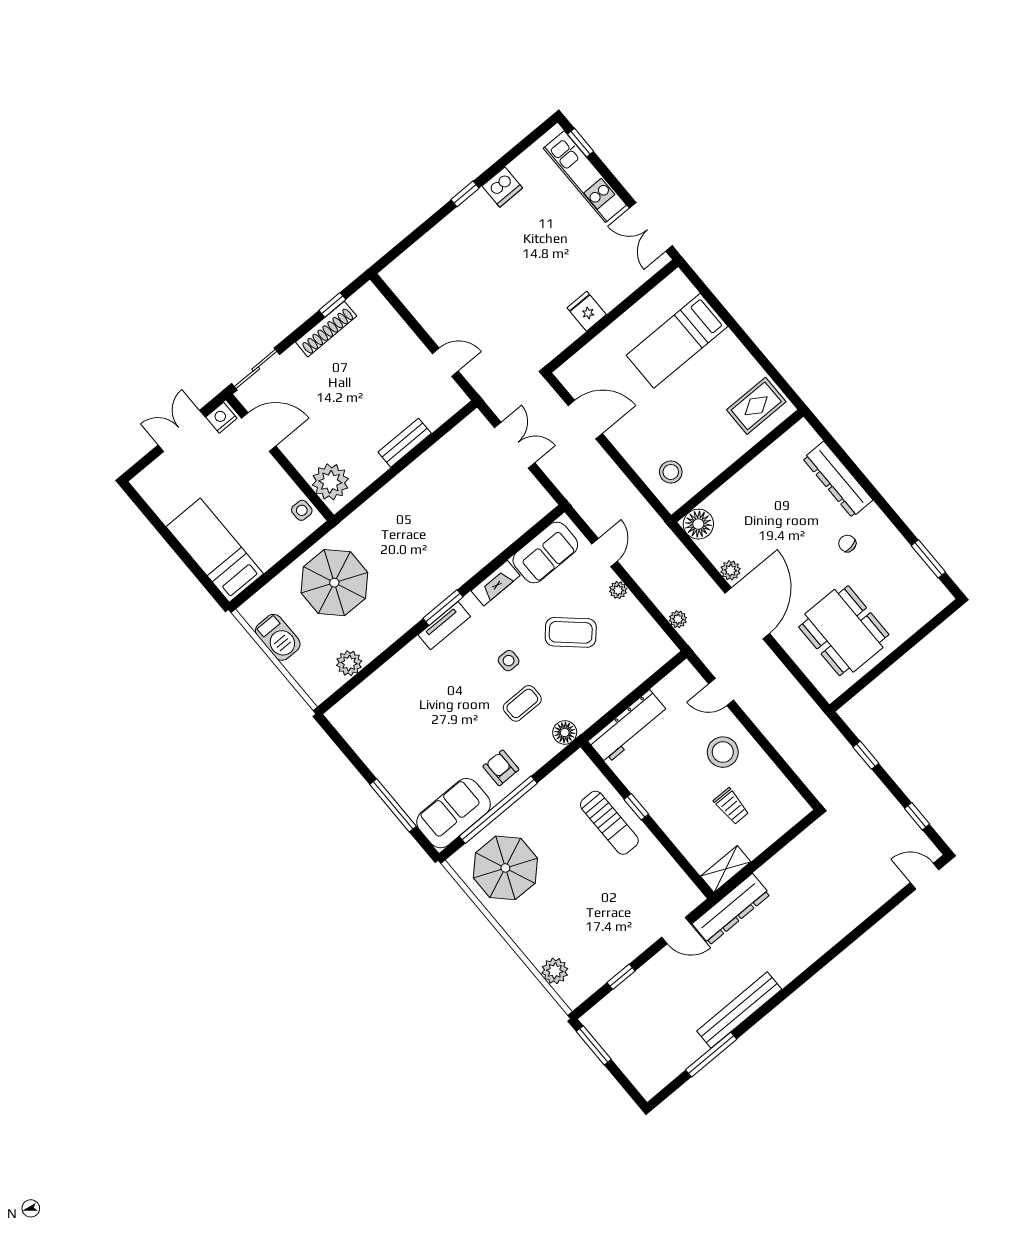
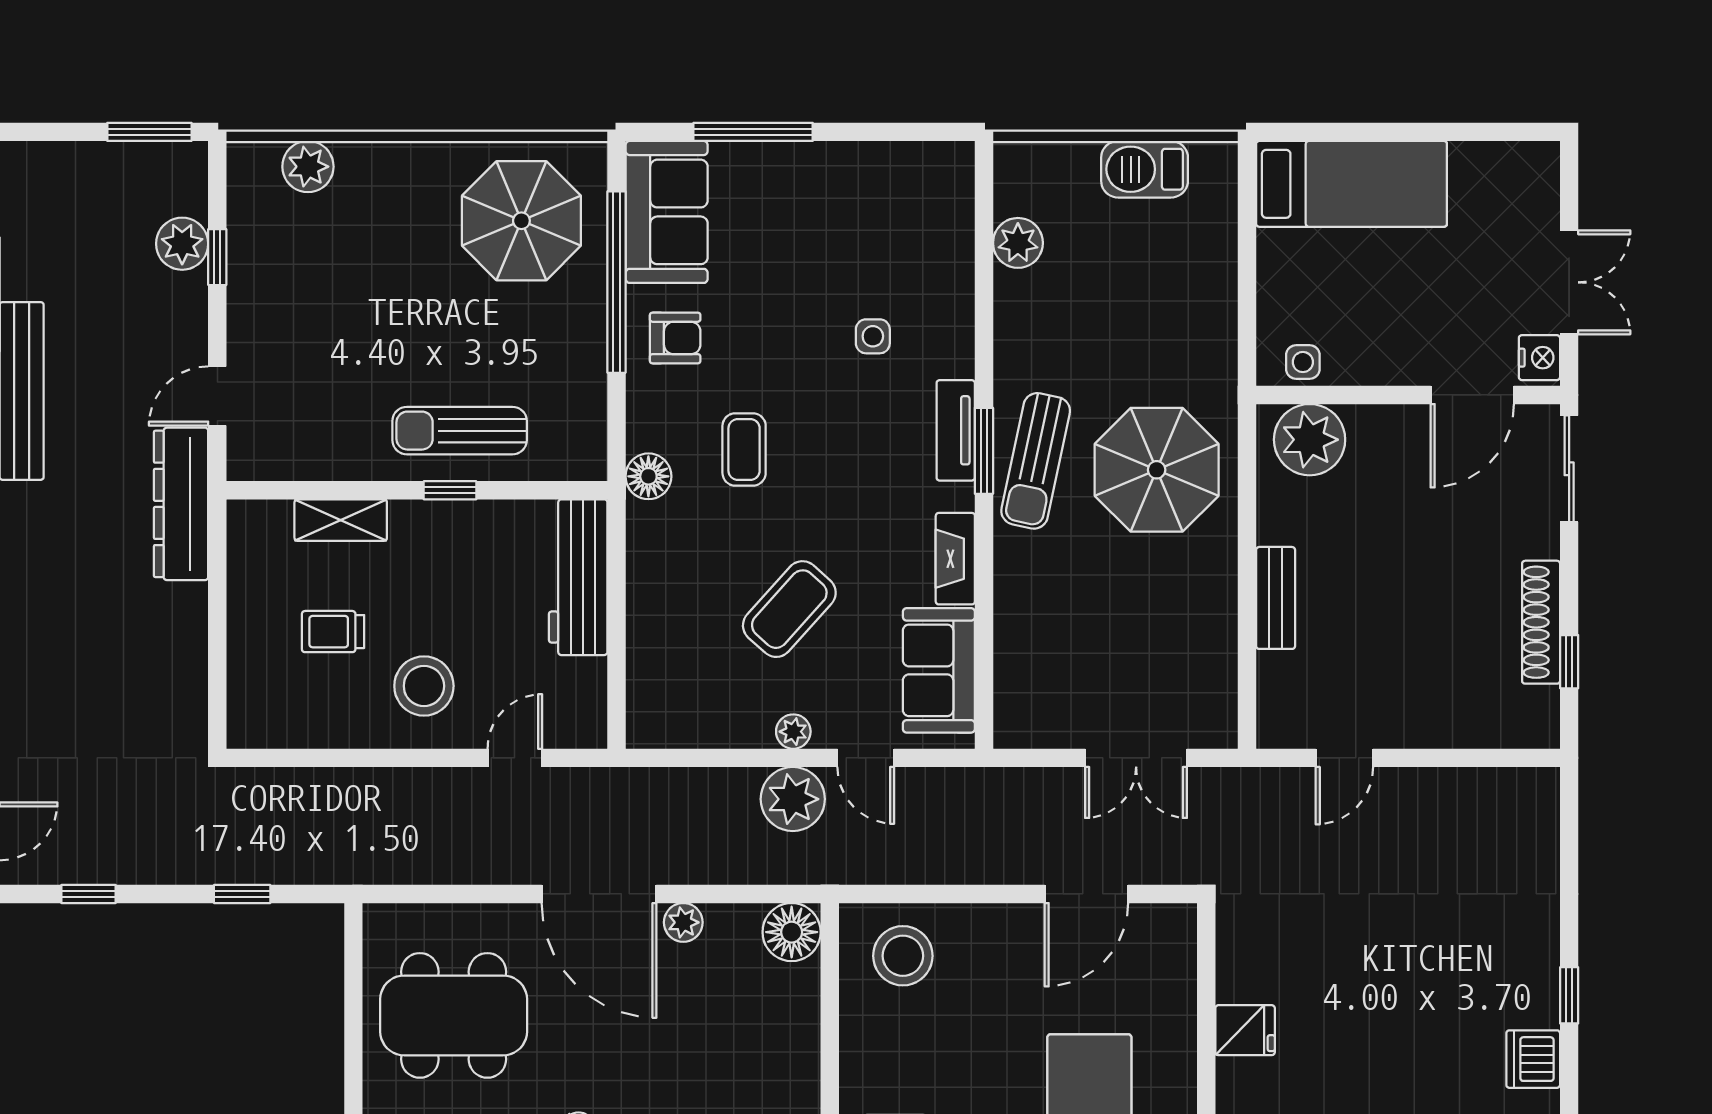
stool: (671, 472) -> (903, 956), width x1.38, depth x1.38
parasol: (334, 583) -> (1157, 470), moved
sun lounger: (430, 584) -> (1036, 461), added
plant: (678, 619) -> (793, 799), moved, width x1.87, depth x1.87
side table: (509, 661) -> (873, 336), moved
shelving: (726, 869) -> (341, 520), moved, turned 90
plant: (627, 995) -> (182, 244), added

